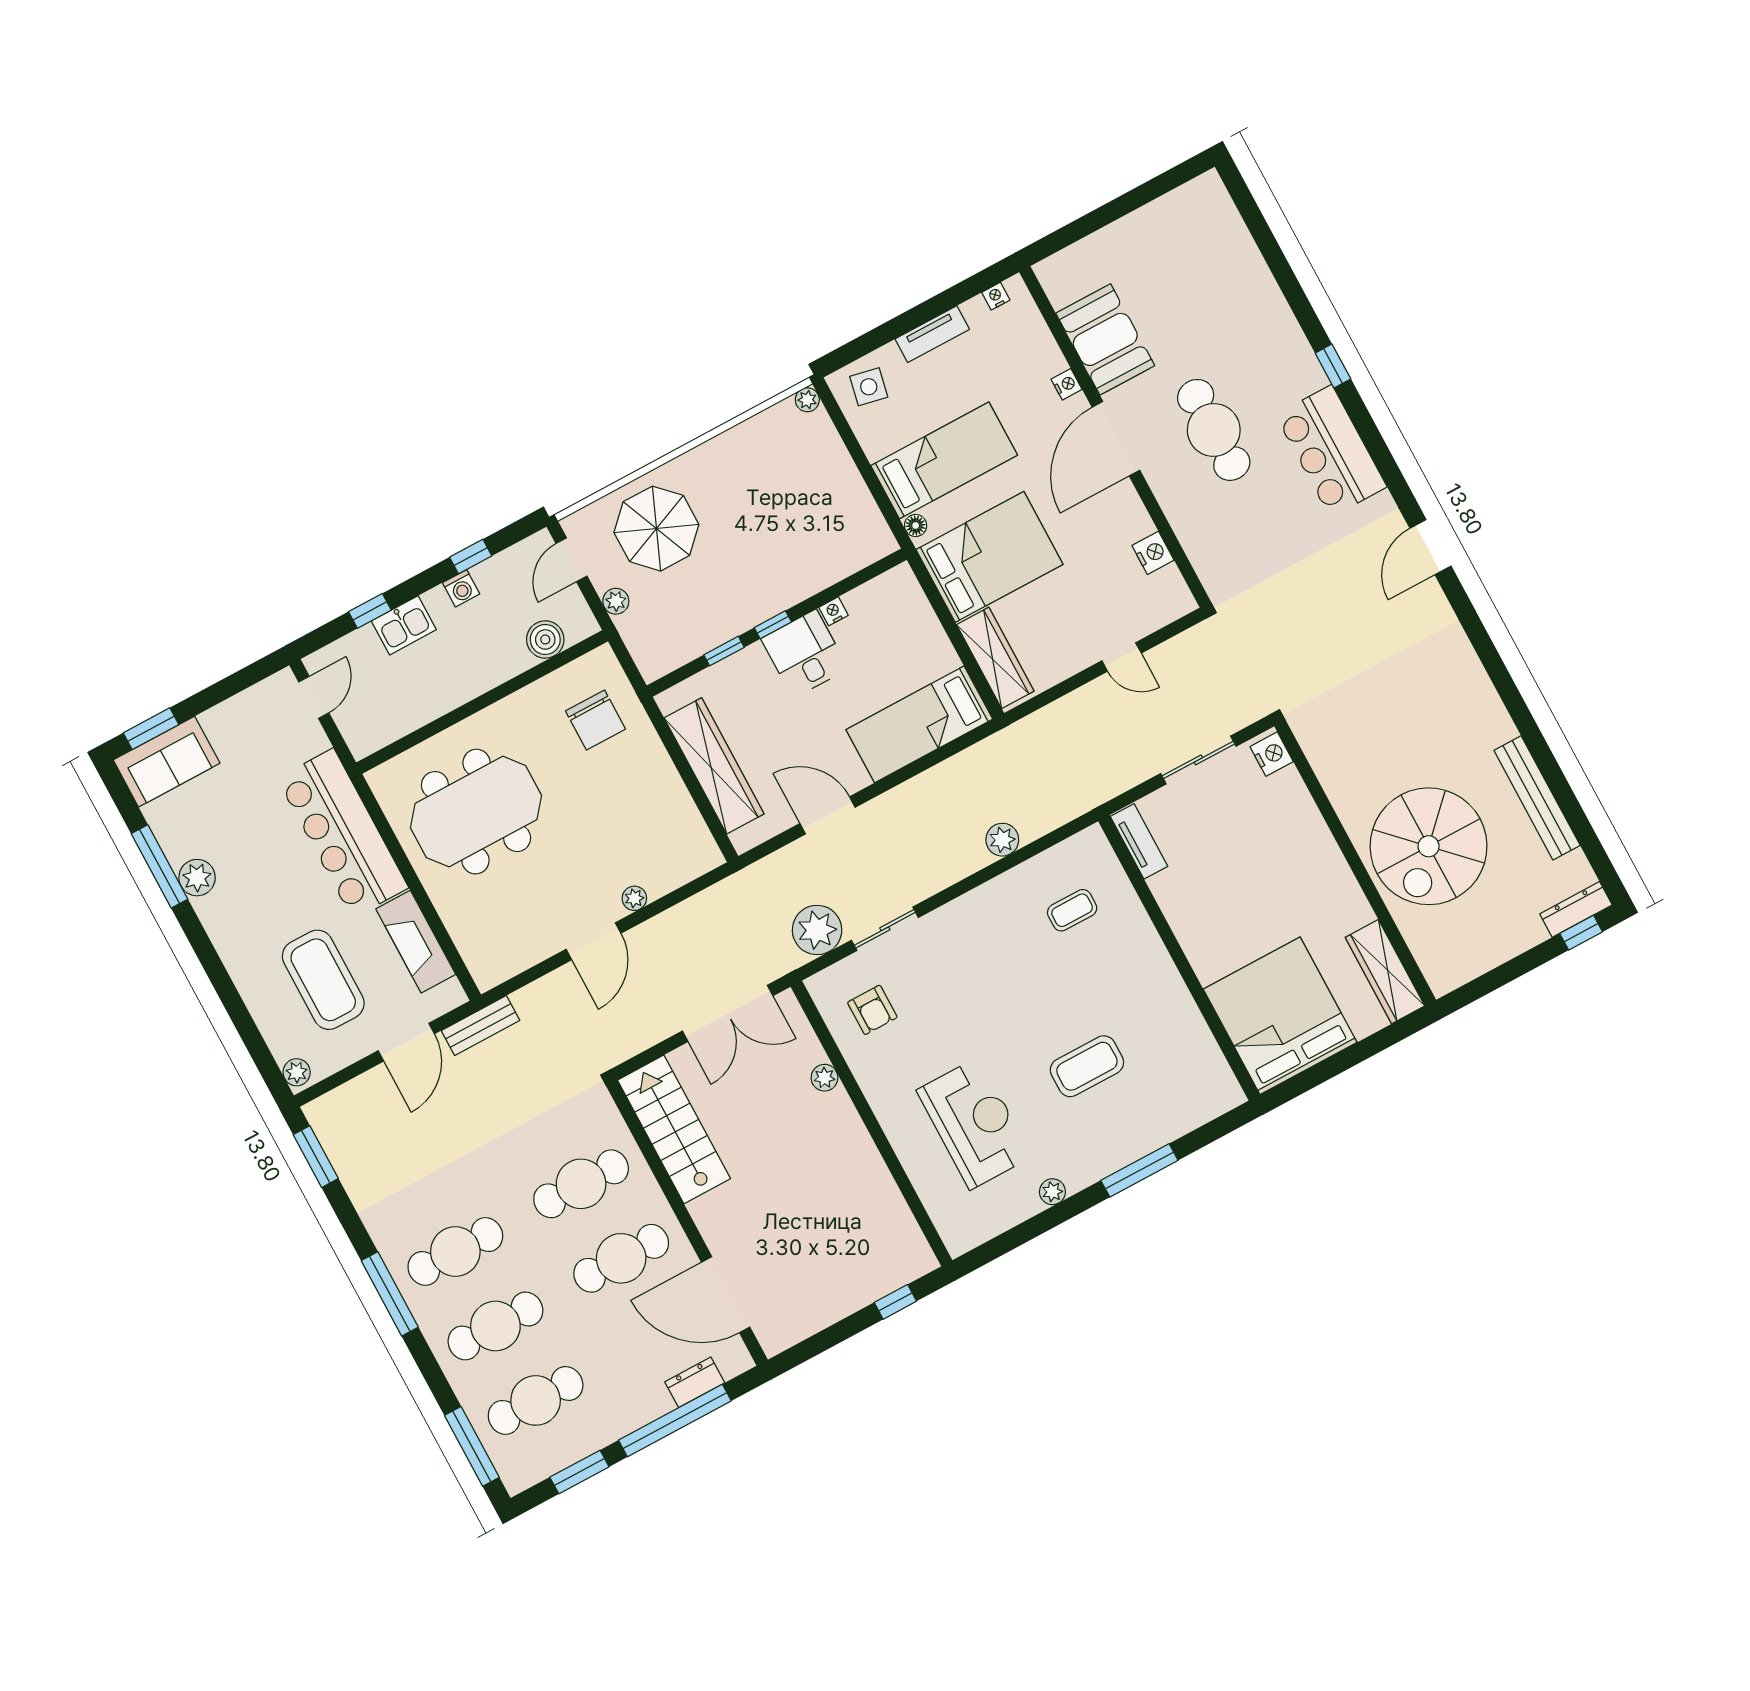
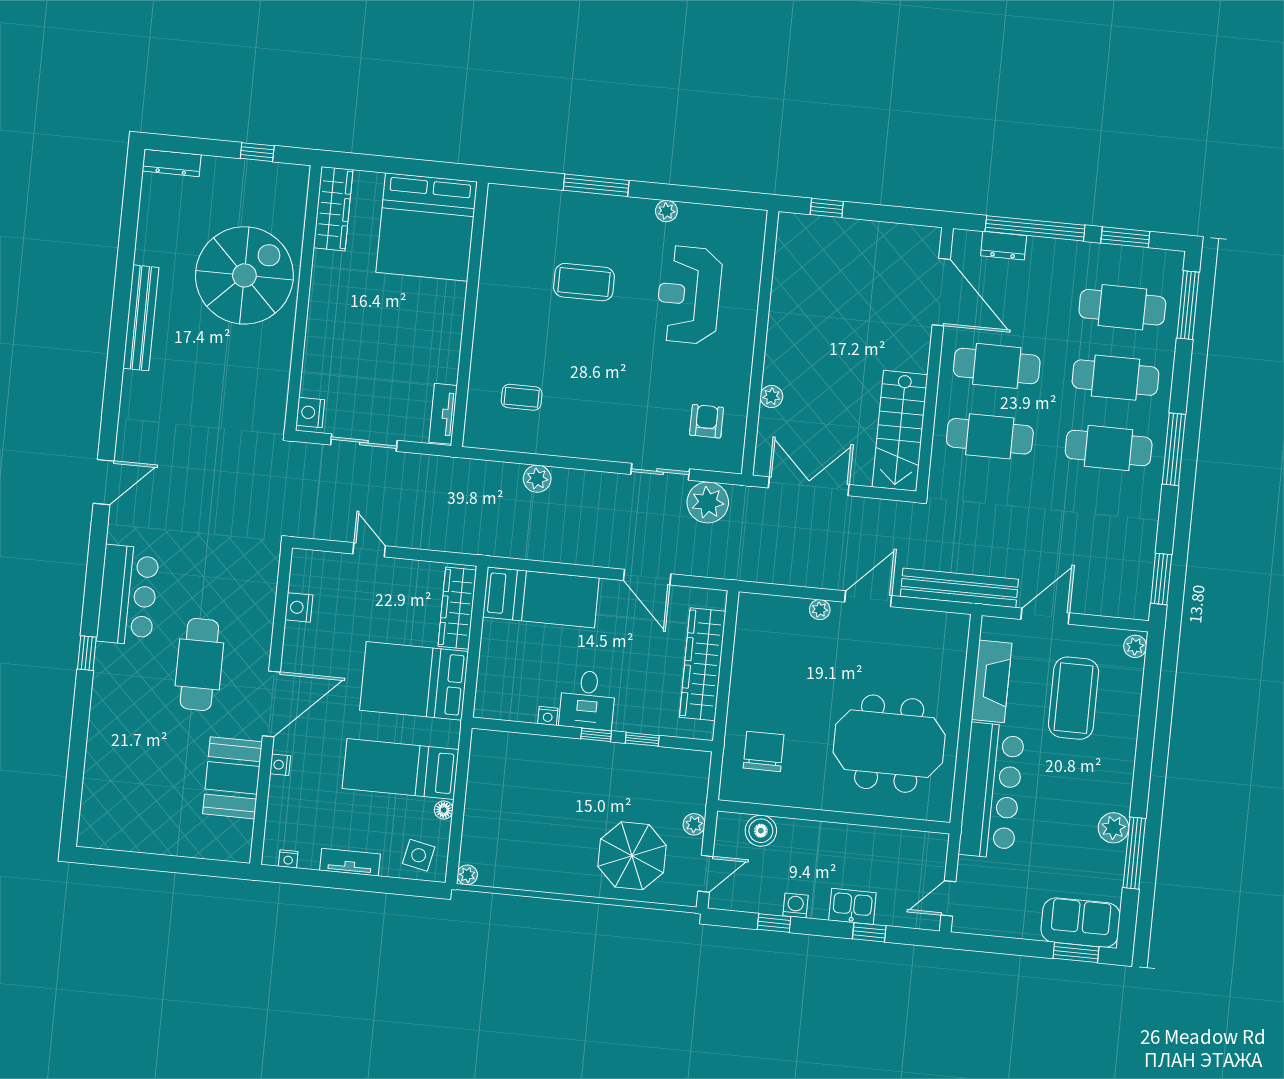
floor lamp: (916, 526) -> (444, 810), moved
bench: (1537, 798) -> (141, 318), moved
window: (1581, 933) -> (257, 152), moved
bench: (480, 1026) -> (959, 588), width x1.86, depth x1.21

